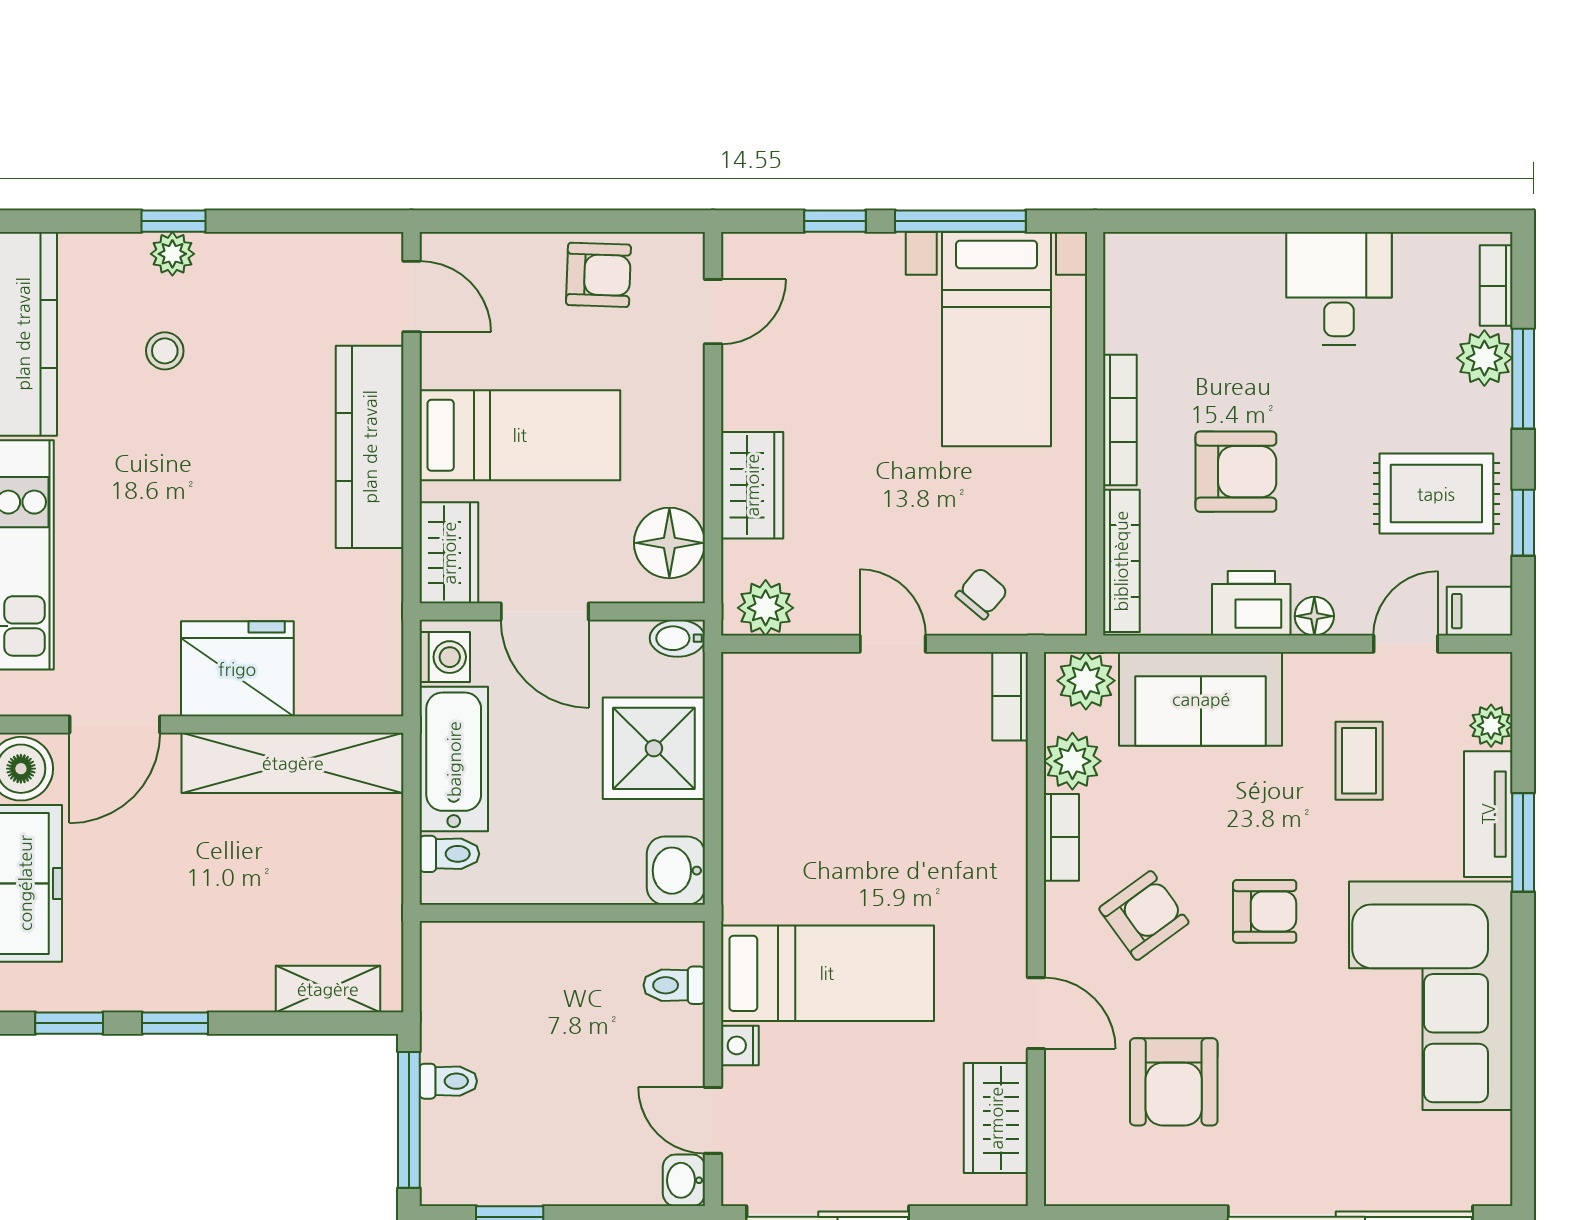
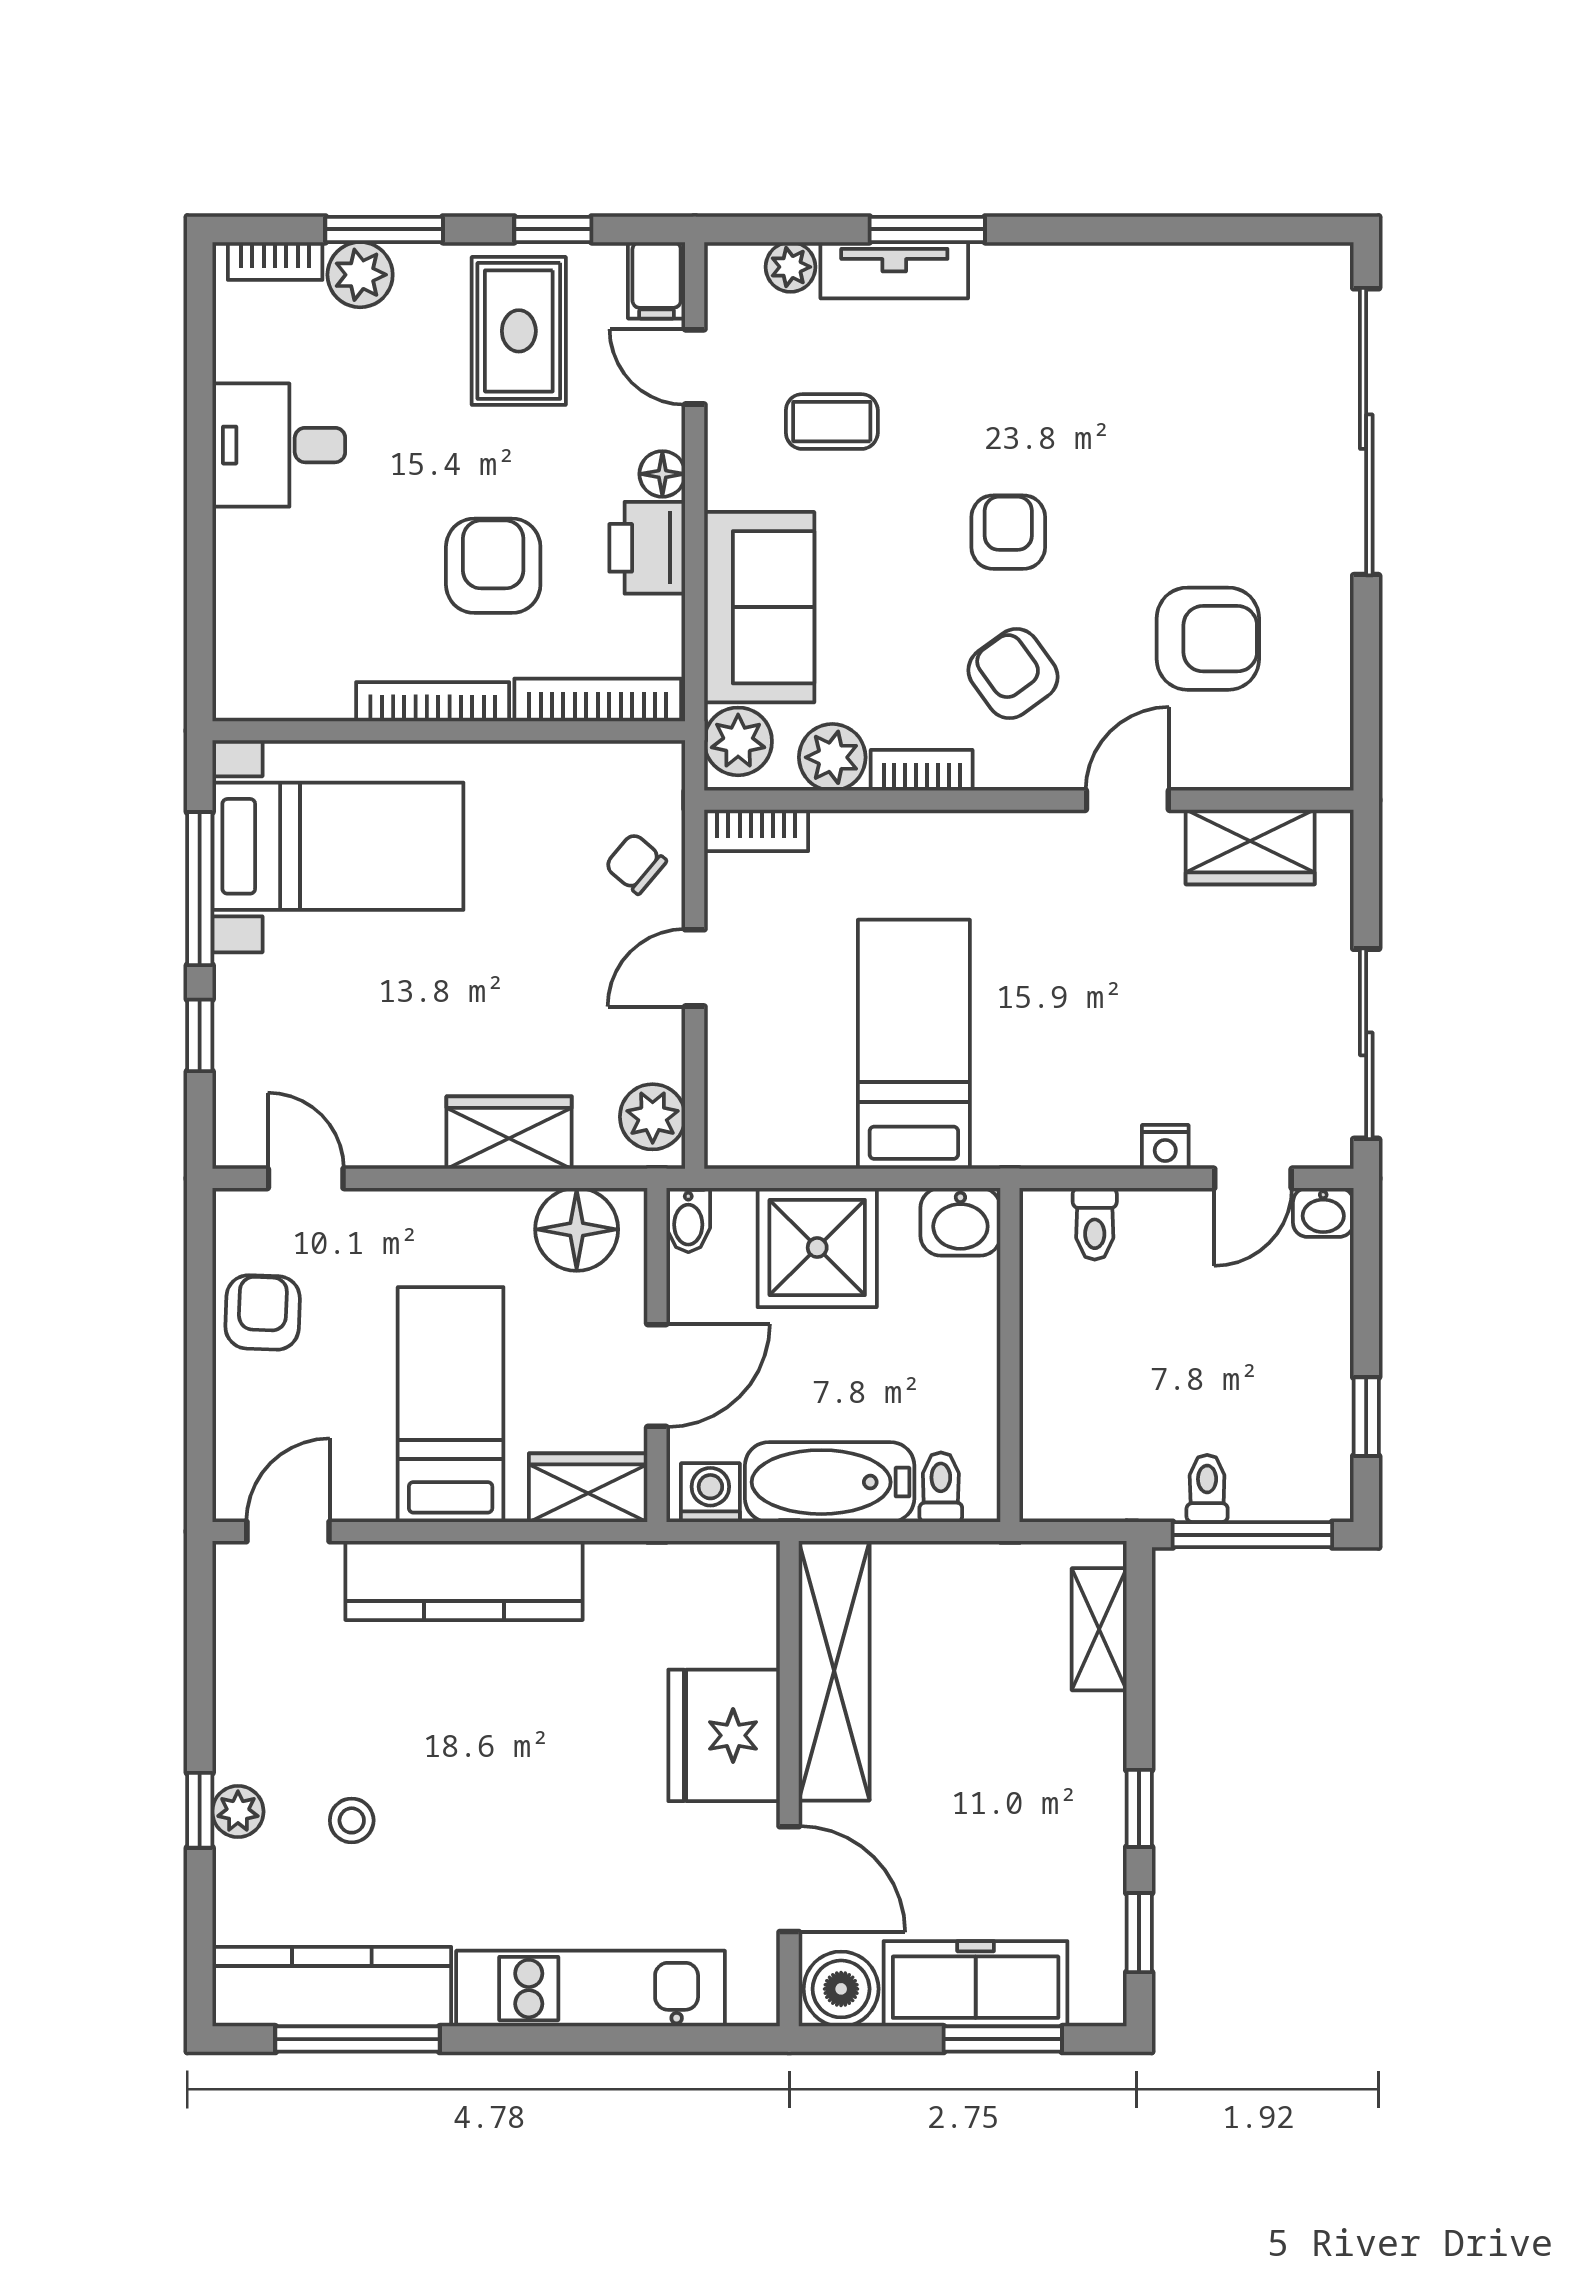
bed: (827, 973) -> (914, 1044), moved
corner sofa: (1431, 996) -> (1107, 338), removed

